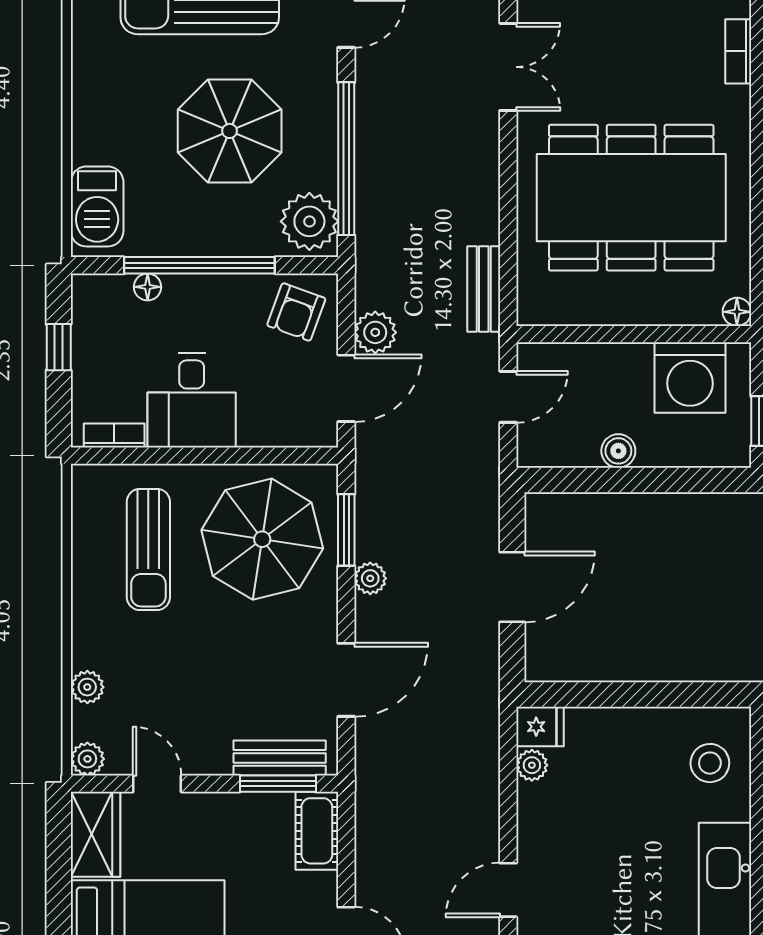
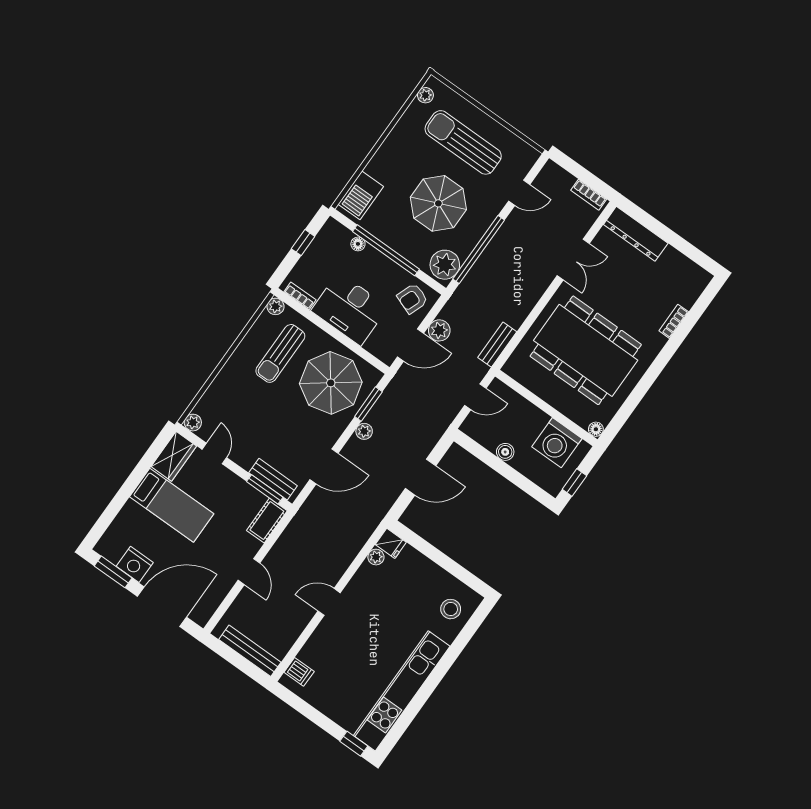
desk: (192, 400) -> (350, 309), width x1.37
plant: (87, 687) -> (275, 306), moved

